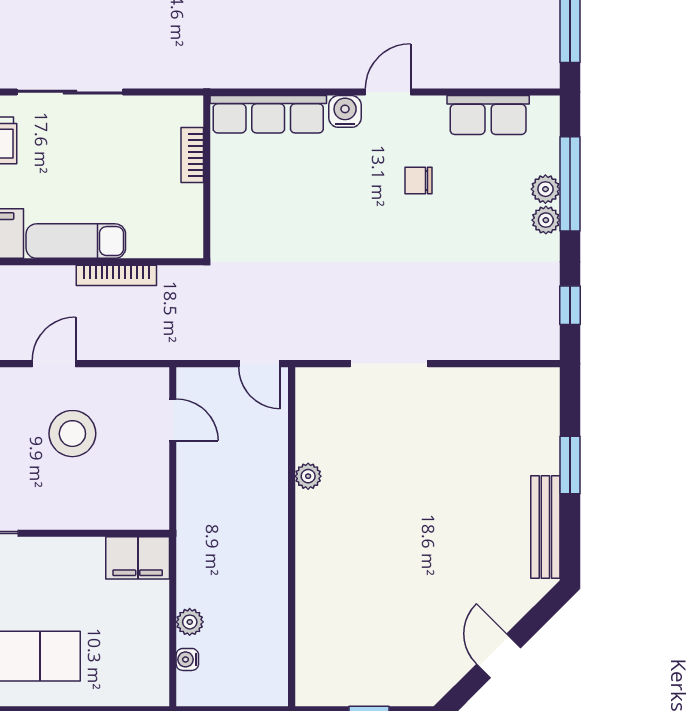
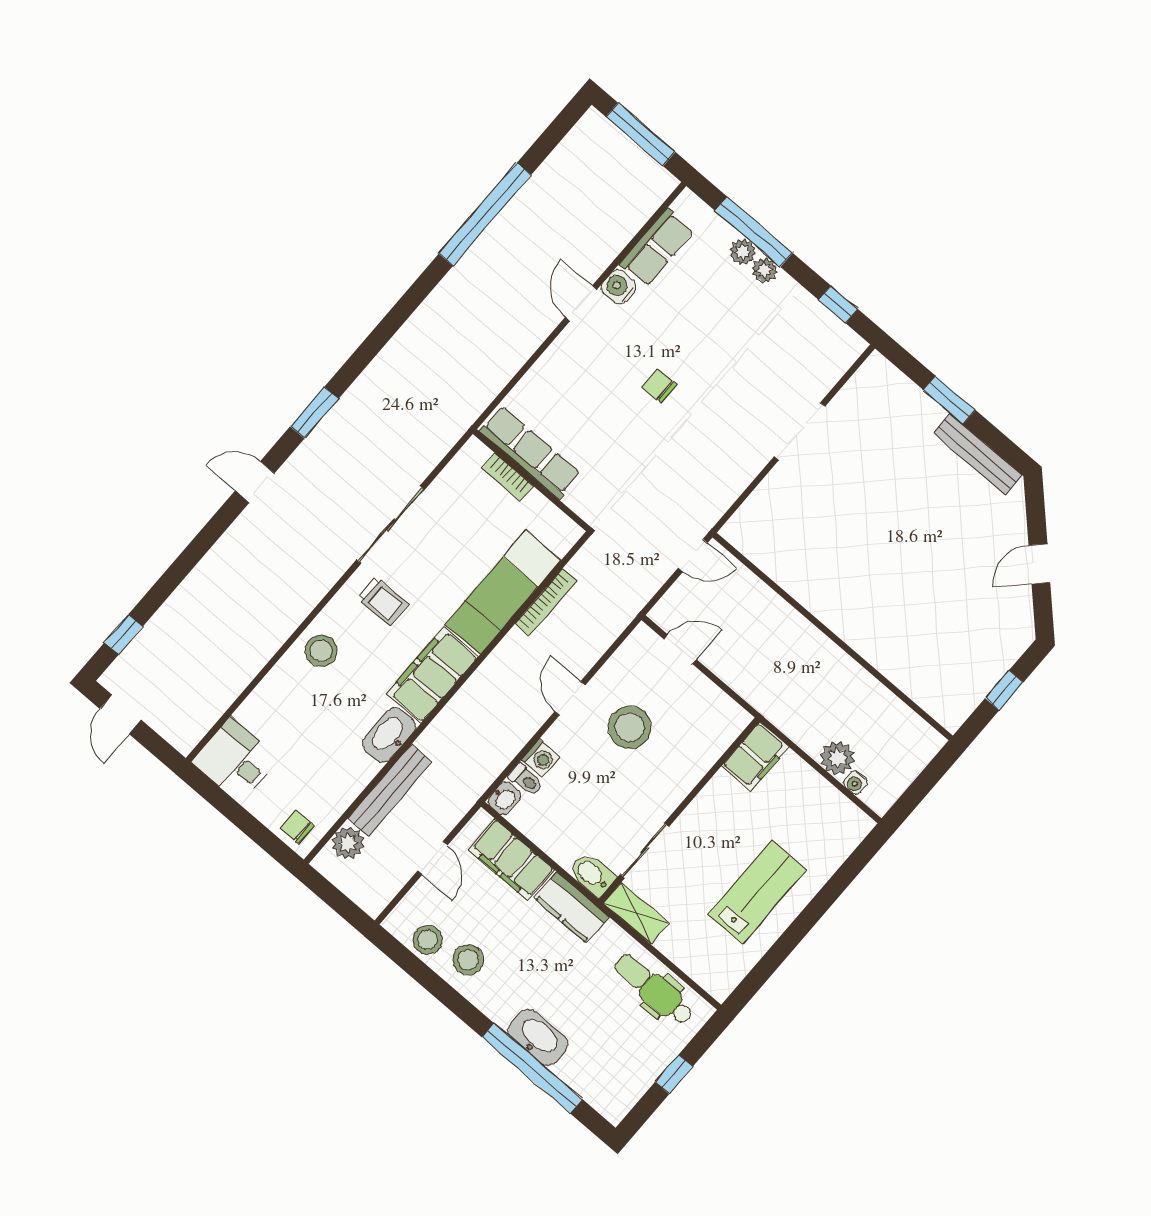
water cooler: (345, 111) -> (619, 287), moved
row of seats: (268, 114) -> (530, 452), moved, turned -90
chair: (419, 181) -> (660, 386), moved, turned 90
exam couch: (76, 241) -> (503, 592), width x1.36, depth x1.45
doorway: (389, 364) -> (799, 432), moved
plant: (308, 476) -> (800, 589), removed
plant: (190, 622) -> (838, 758), width x1.38, depth x1.38
door: (499, 656) -> (1039, 564), hinge flipped

